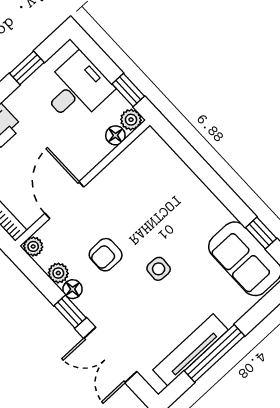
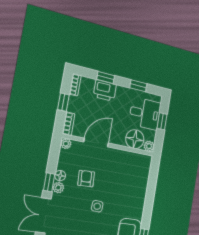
window: (128, 90) -> (162, 121), moved
floor lamp: (115, 135) -> (135, 139), width x1.89, depth x1.89
armchair: (106, 255) -> (86, 179), turned 87
plant: (58, 273) -> (58, 188), moved

